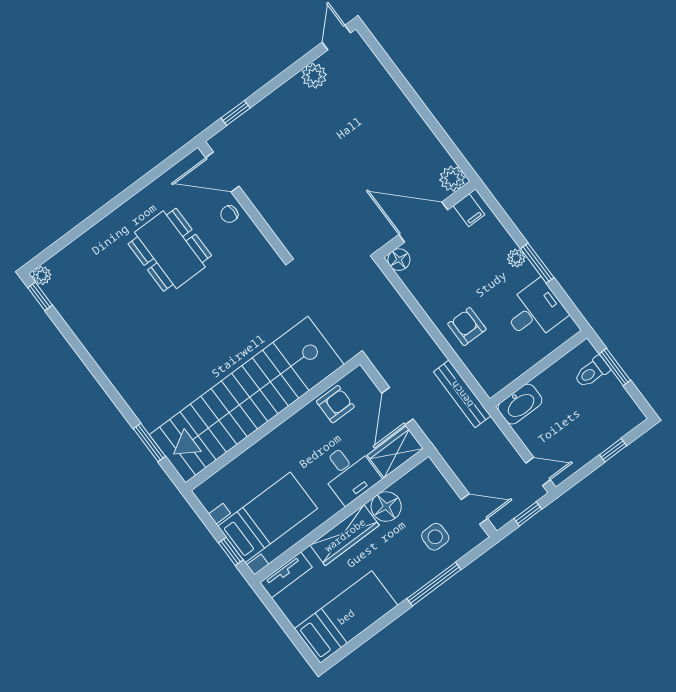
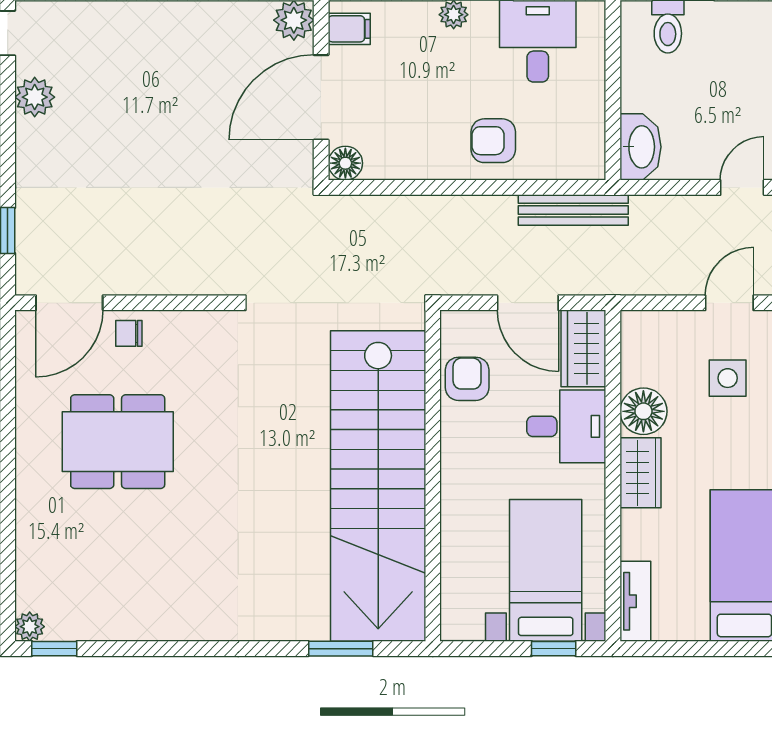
chair: (229, 214) -> (129, 333), turned 90
wardrobe: (345, 535) -> (641, 473), width x0.67

